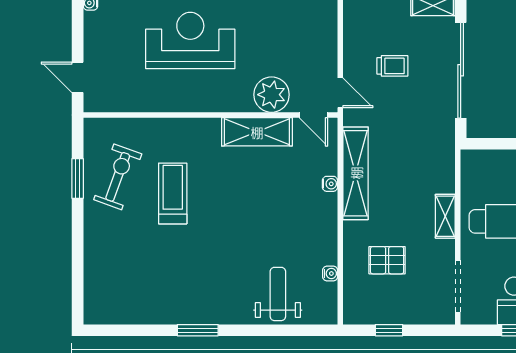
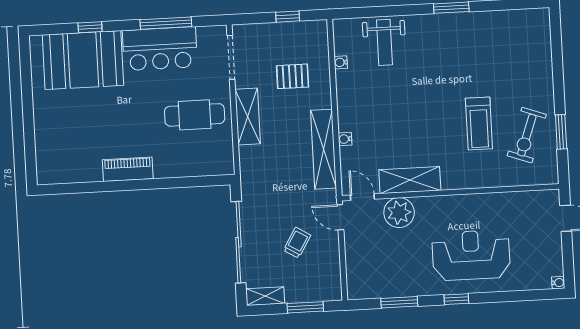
reception desk: (190, 40) -> (471, 255), turned 180
trolley: (392, 66) -> (297, 243), turned 121
shelving: (445, 216) -> (248, 116), width x1.50, depth x1.33

